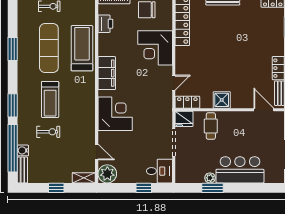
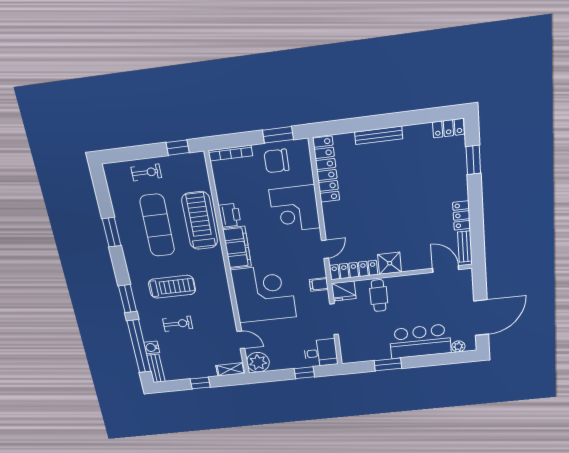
printer: (105, 24) -> (230, 215), moved
treadmill: (50, 99) -> (172, 287), turned -90
locker: (187, 102) -> (354, 270), width x1.53
filing cabinet: (165, 111) -> (319, 284), added
corner desk: (115, 114) -> (264, 294), width x1.36, depth x1.36
plant: (210, 178) -> (458, 346), moved

